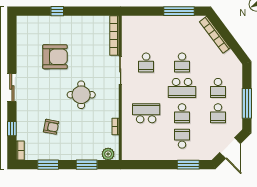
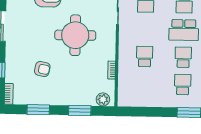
round table: (81, 95) -> (75, 35), width x1.36, depth x1.36
school desk: (146, 113) -> (145, 56), width x0.54
school desk: (182, 113) -> (183, 57), turned 180

